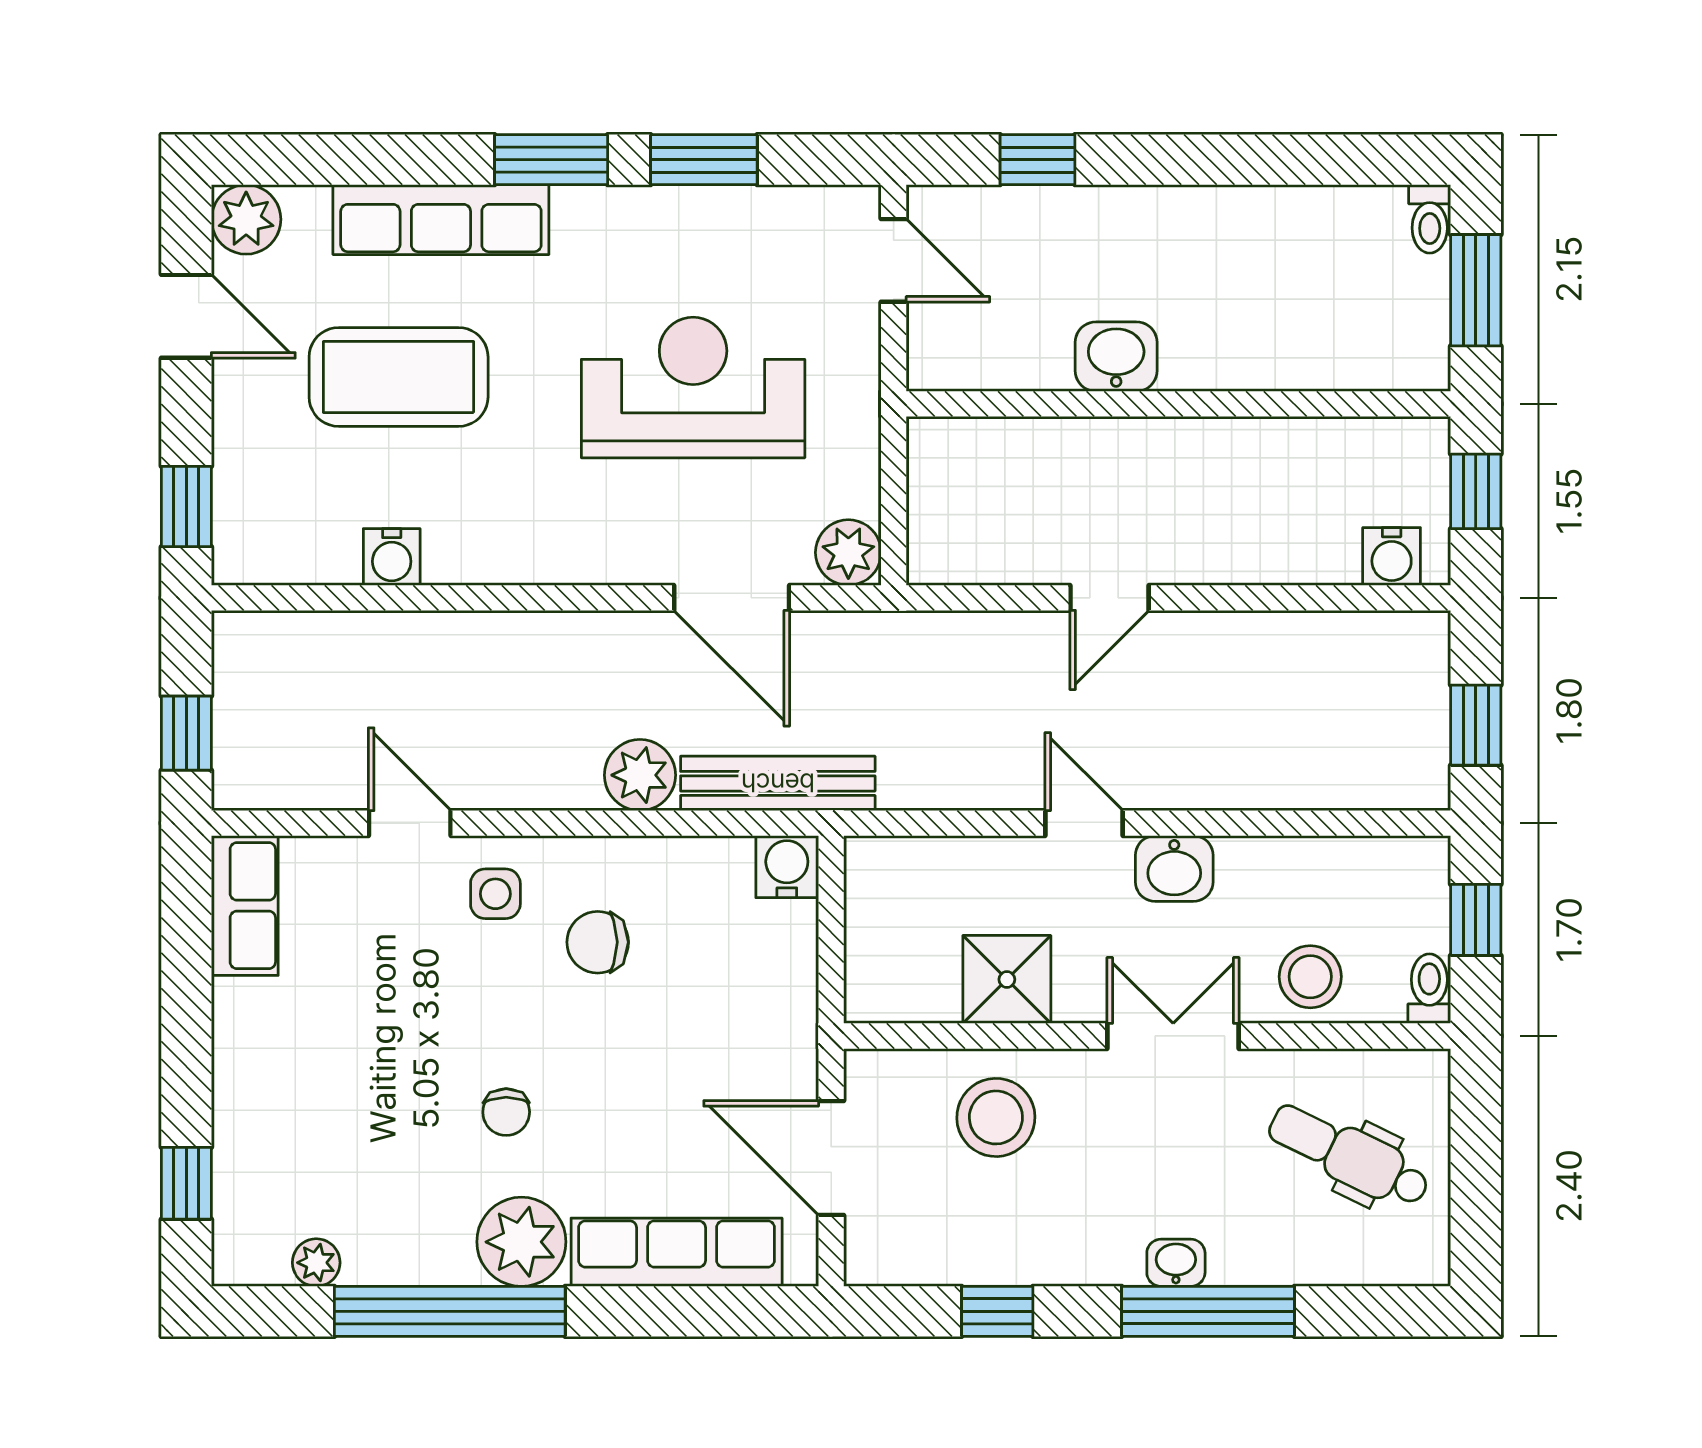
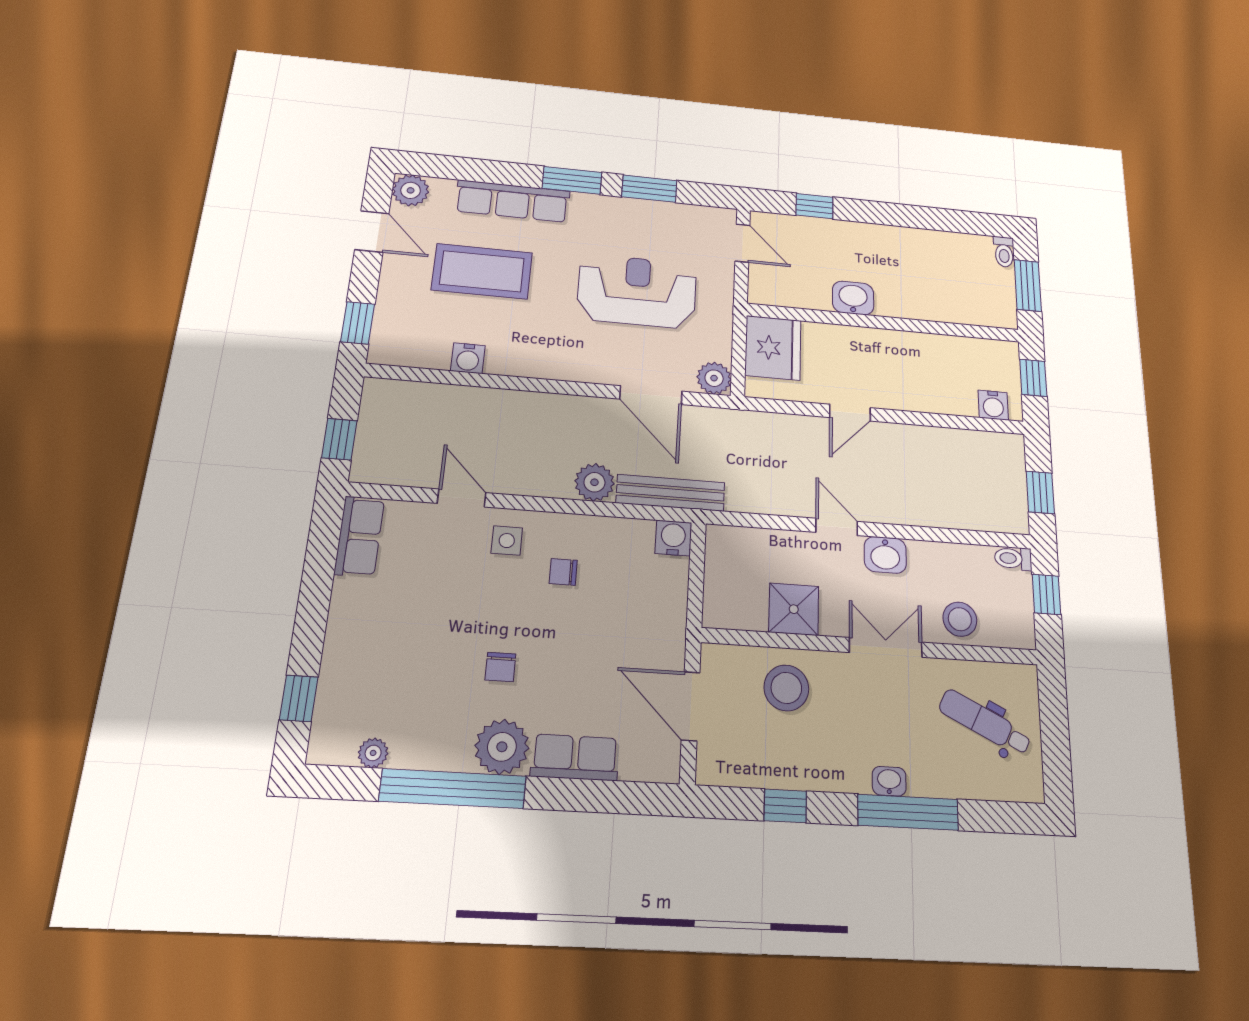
fridge: (959, 479) -> (773, 348), added
chair: (598, 942) -> (563, 572), width x0.73, depth x0.73
toilet: (1429, 989) -> (1013, 558), moved, turned -90
row of seats: (677, 1252) -> (575, 757), width x0.68

